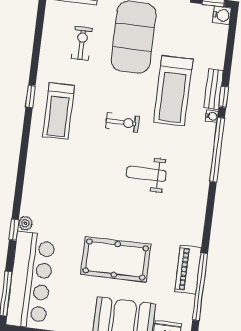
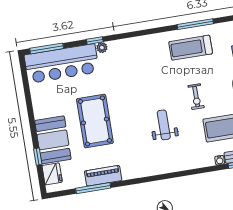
window: (30, 96) -> (195, 24), width x2.17
window: (217, 150) -> (196, 171), removed
window: (200, 287) -> (93, 188), width x0.68

